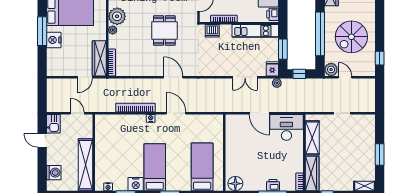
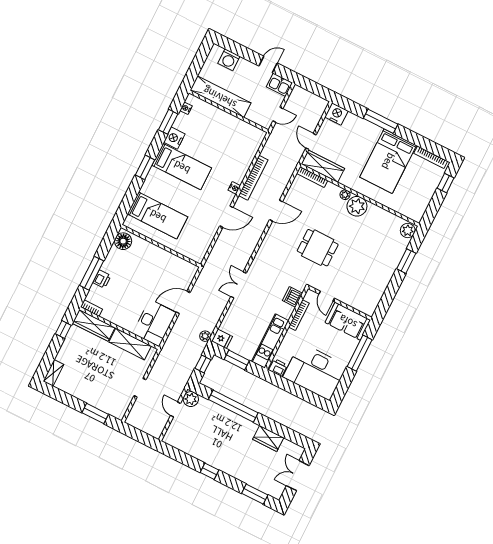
spiral stairs: (351, 37) -> (214, 437), removed
nightstand: (54, 40) -> (336, 114), moved
window: (380, 58) -> (210, 471), moved
door: (173, 77) -> (276, 211), moved
double door: (245, 77) -> (239, 285), moved
door: (345, 77) -> (176, 409), swing flipped
window: (380, 154) -> (95, 414), moved

